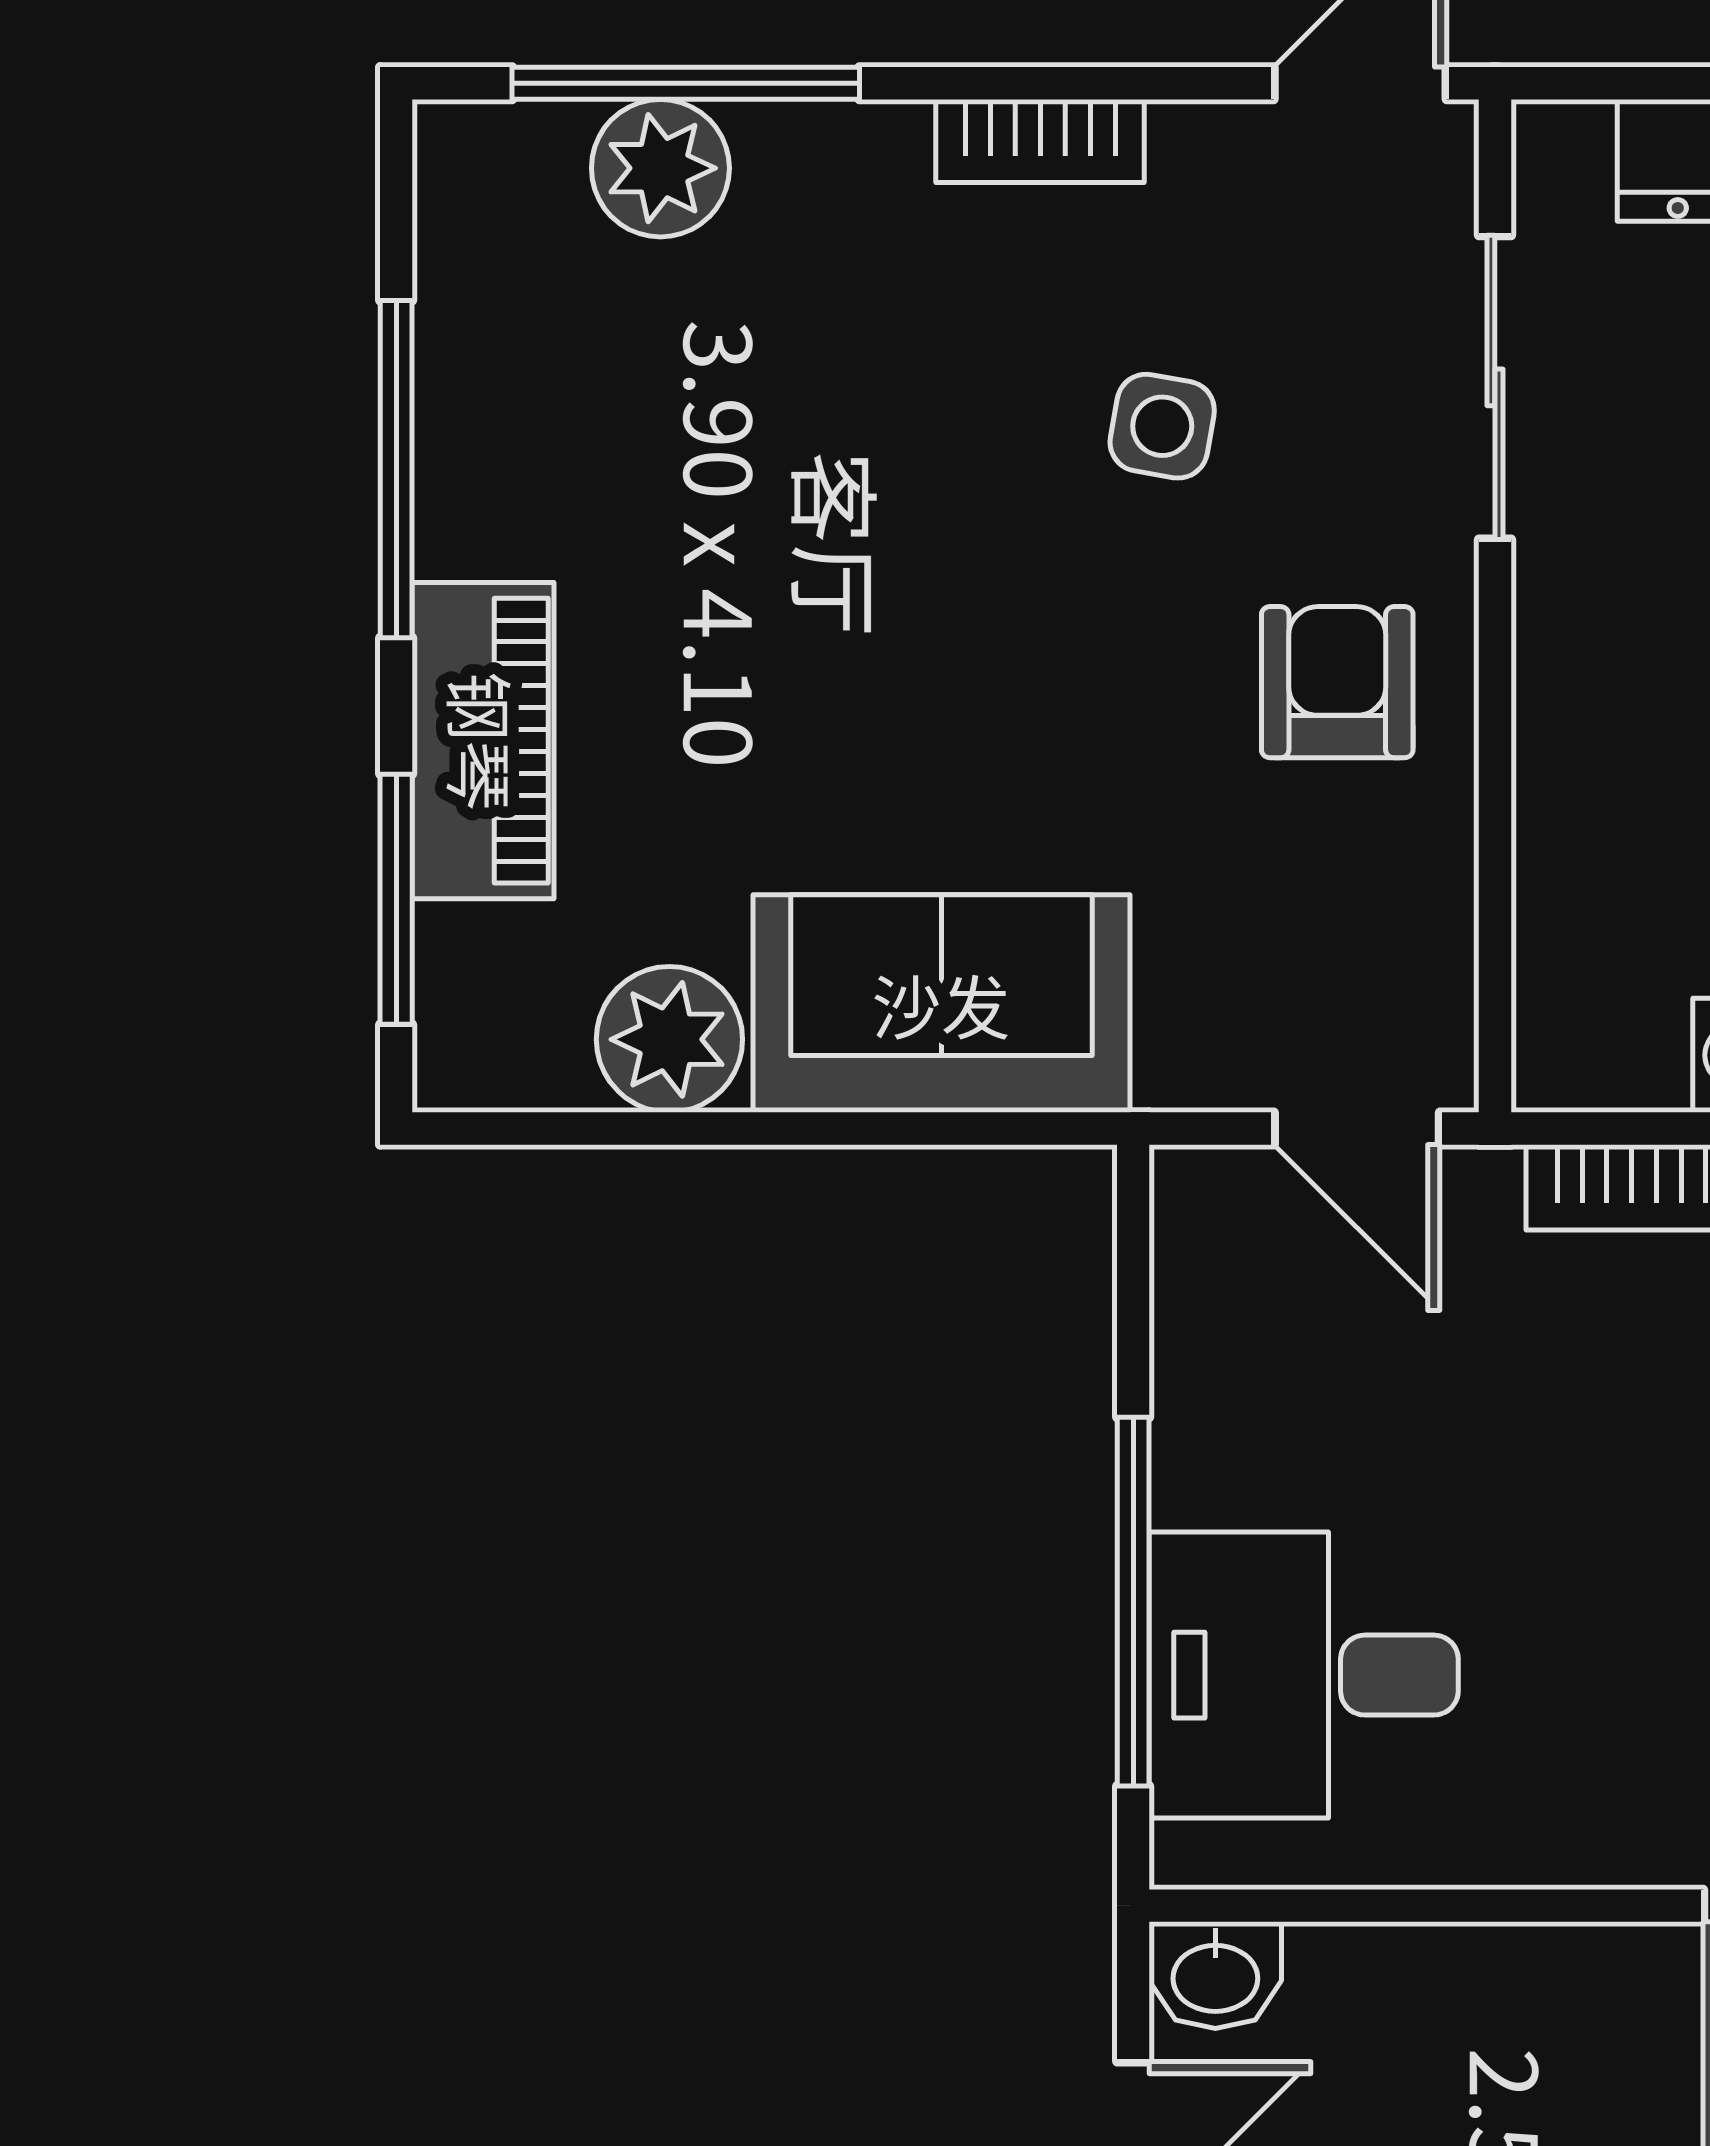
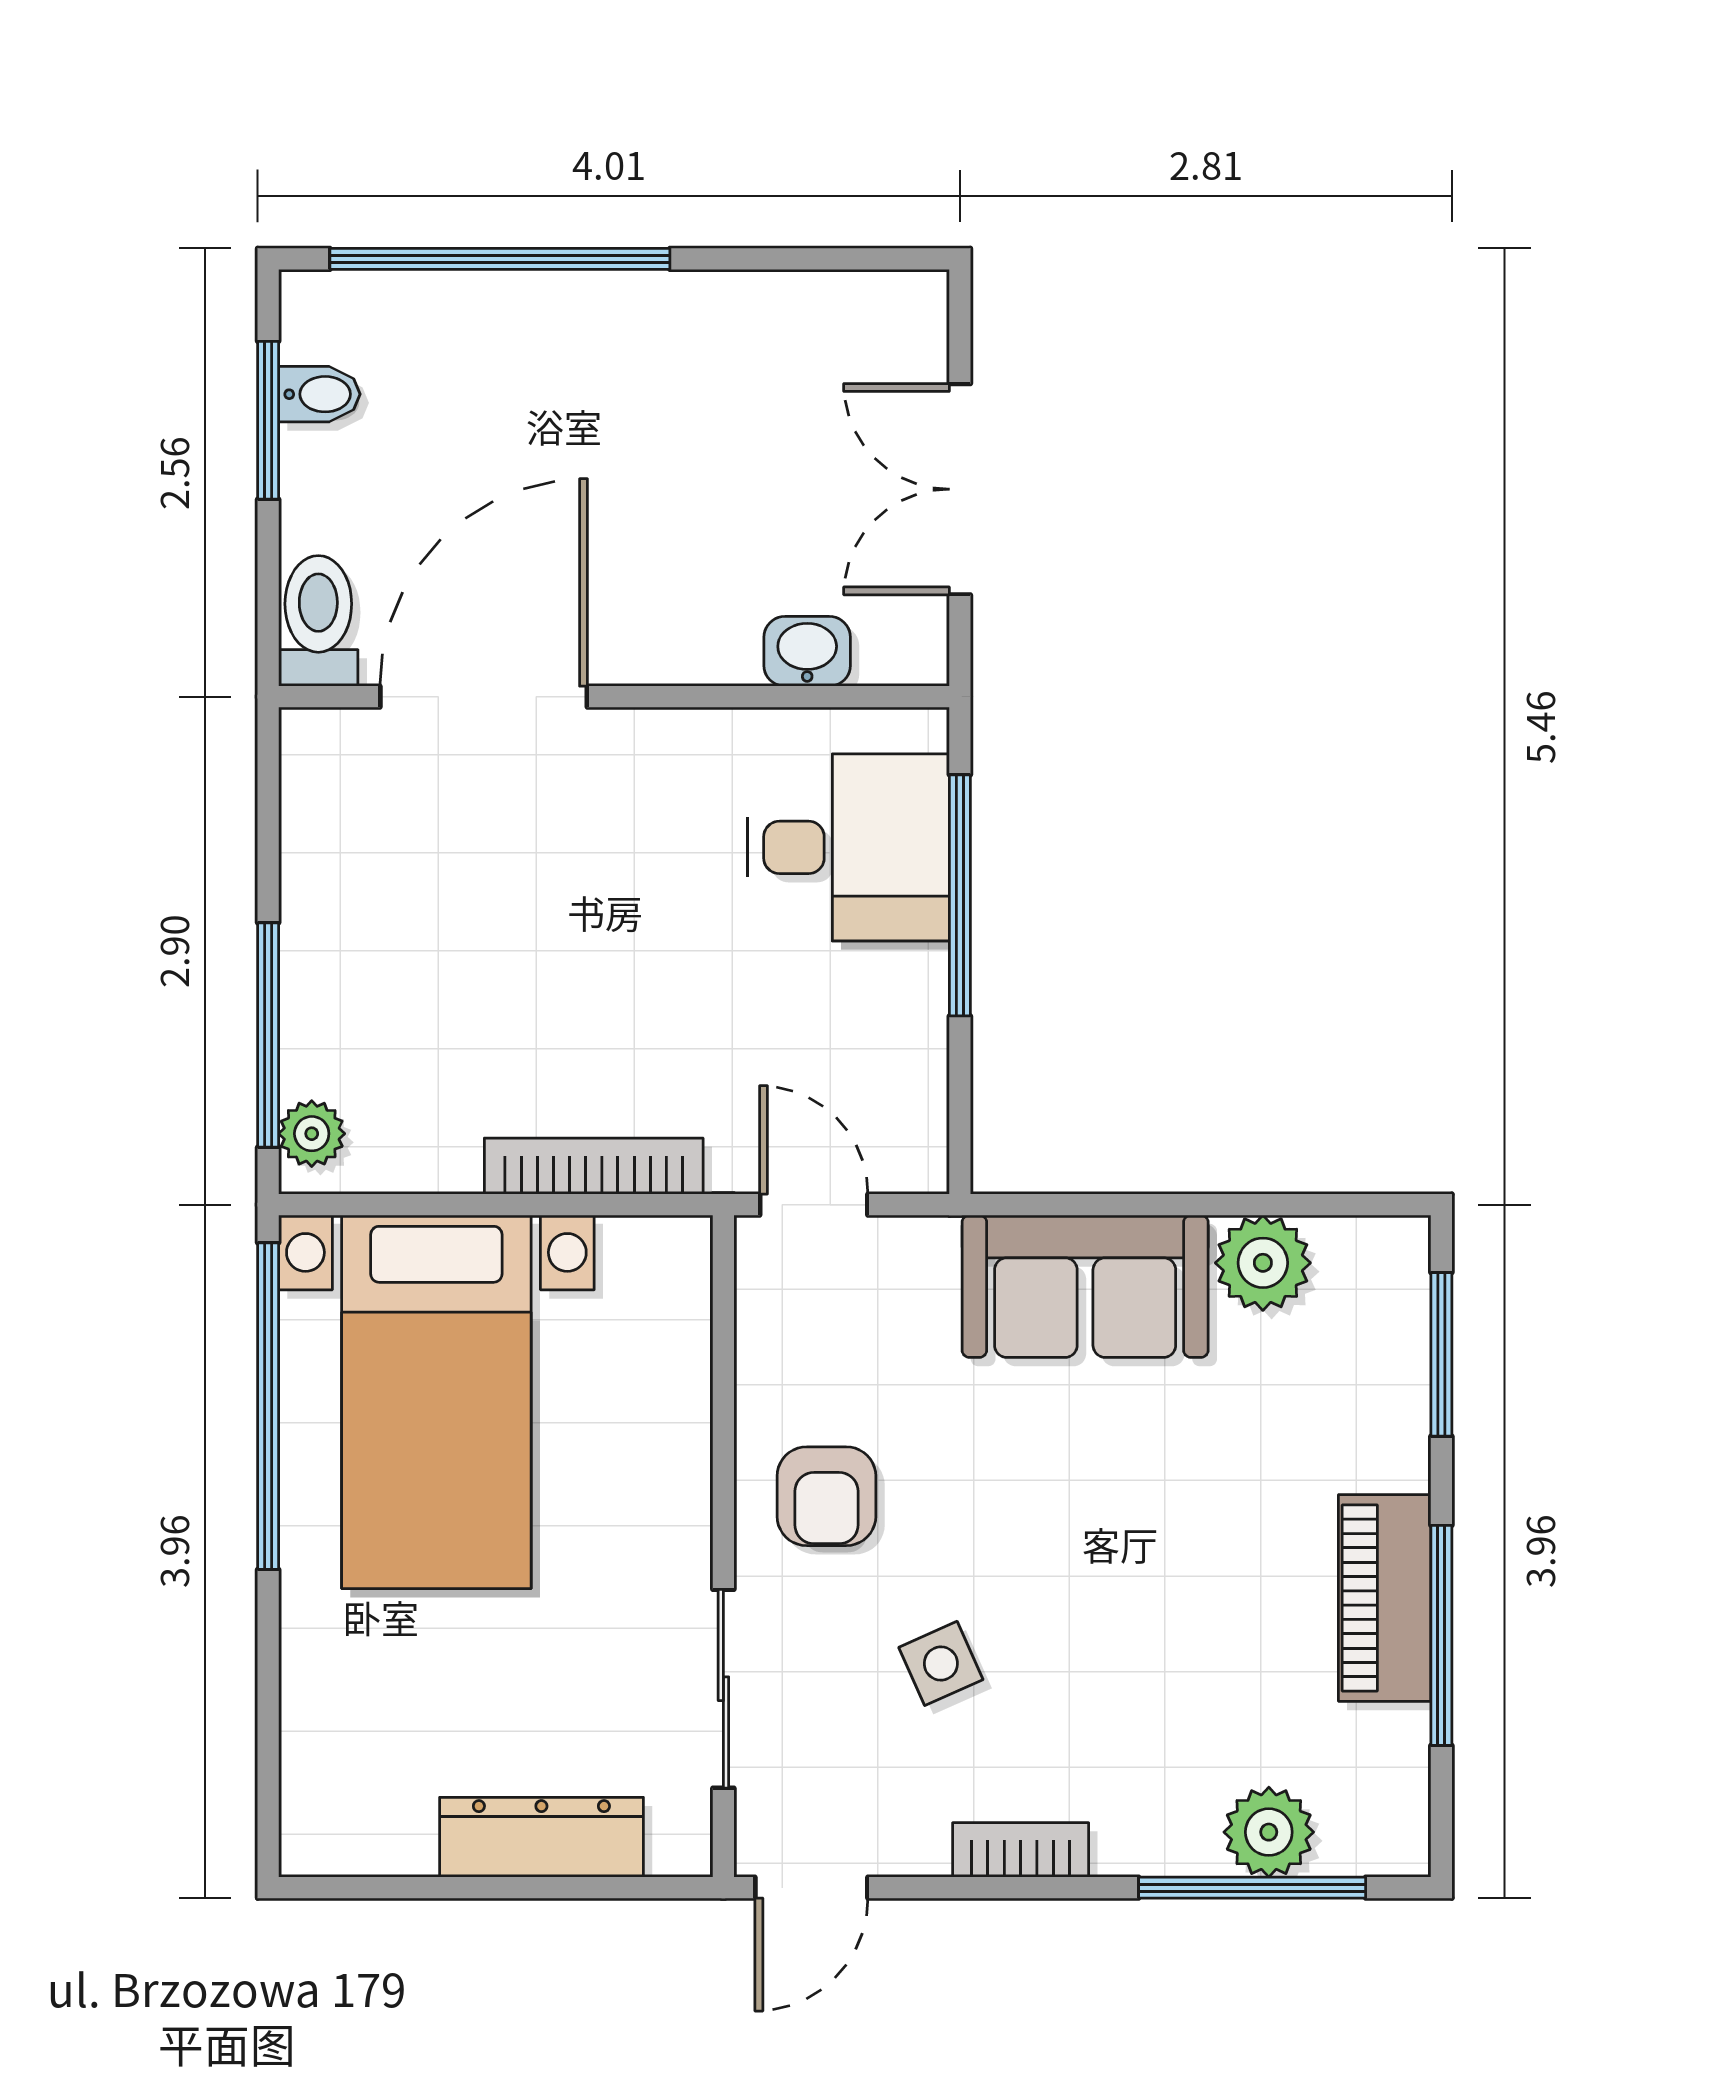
side table: (1162, 426) -> (941, 1663), turned -34
piano: (483, 741) -> (1385, 1598), moved
washbasin: (1215, 1975) -> (807, 651), moved

